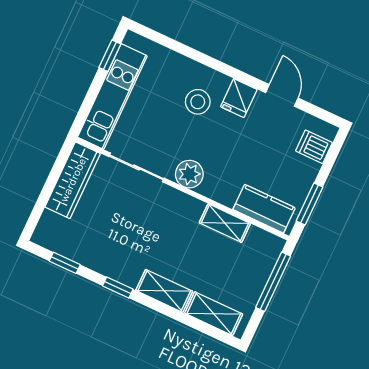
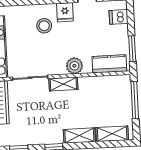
plant: (189, 174) -> (74, 66), moved
shelving: (225, 223) -> (63, 84), moved

